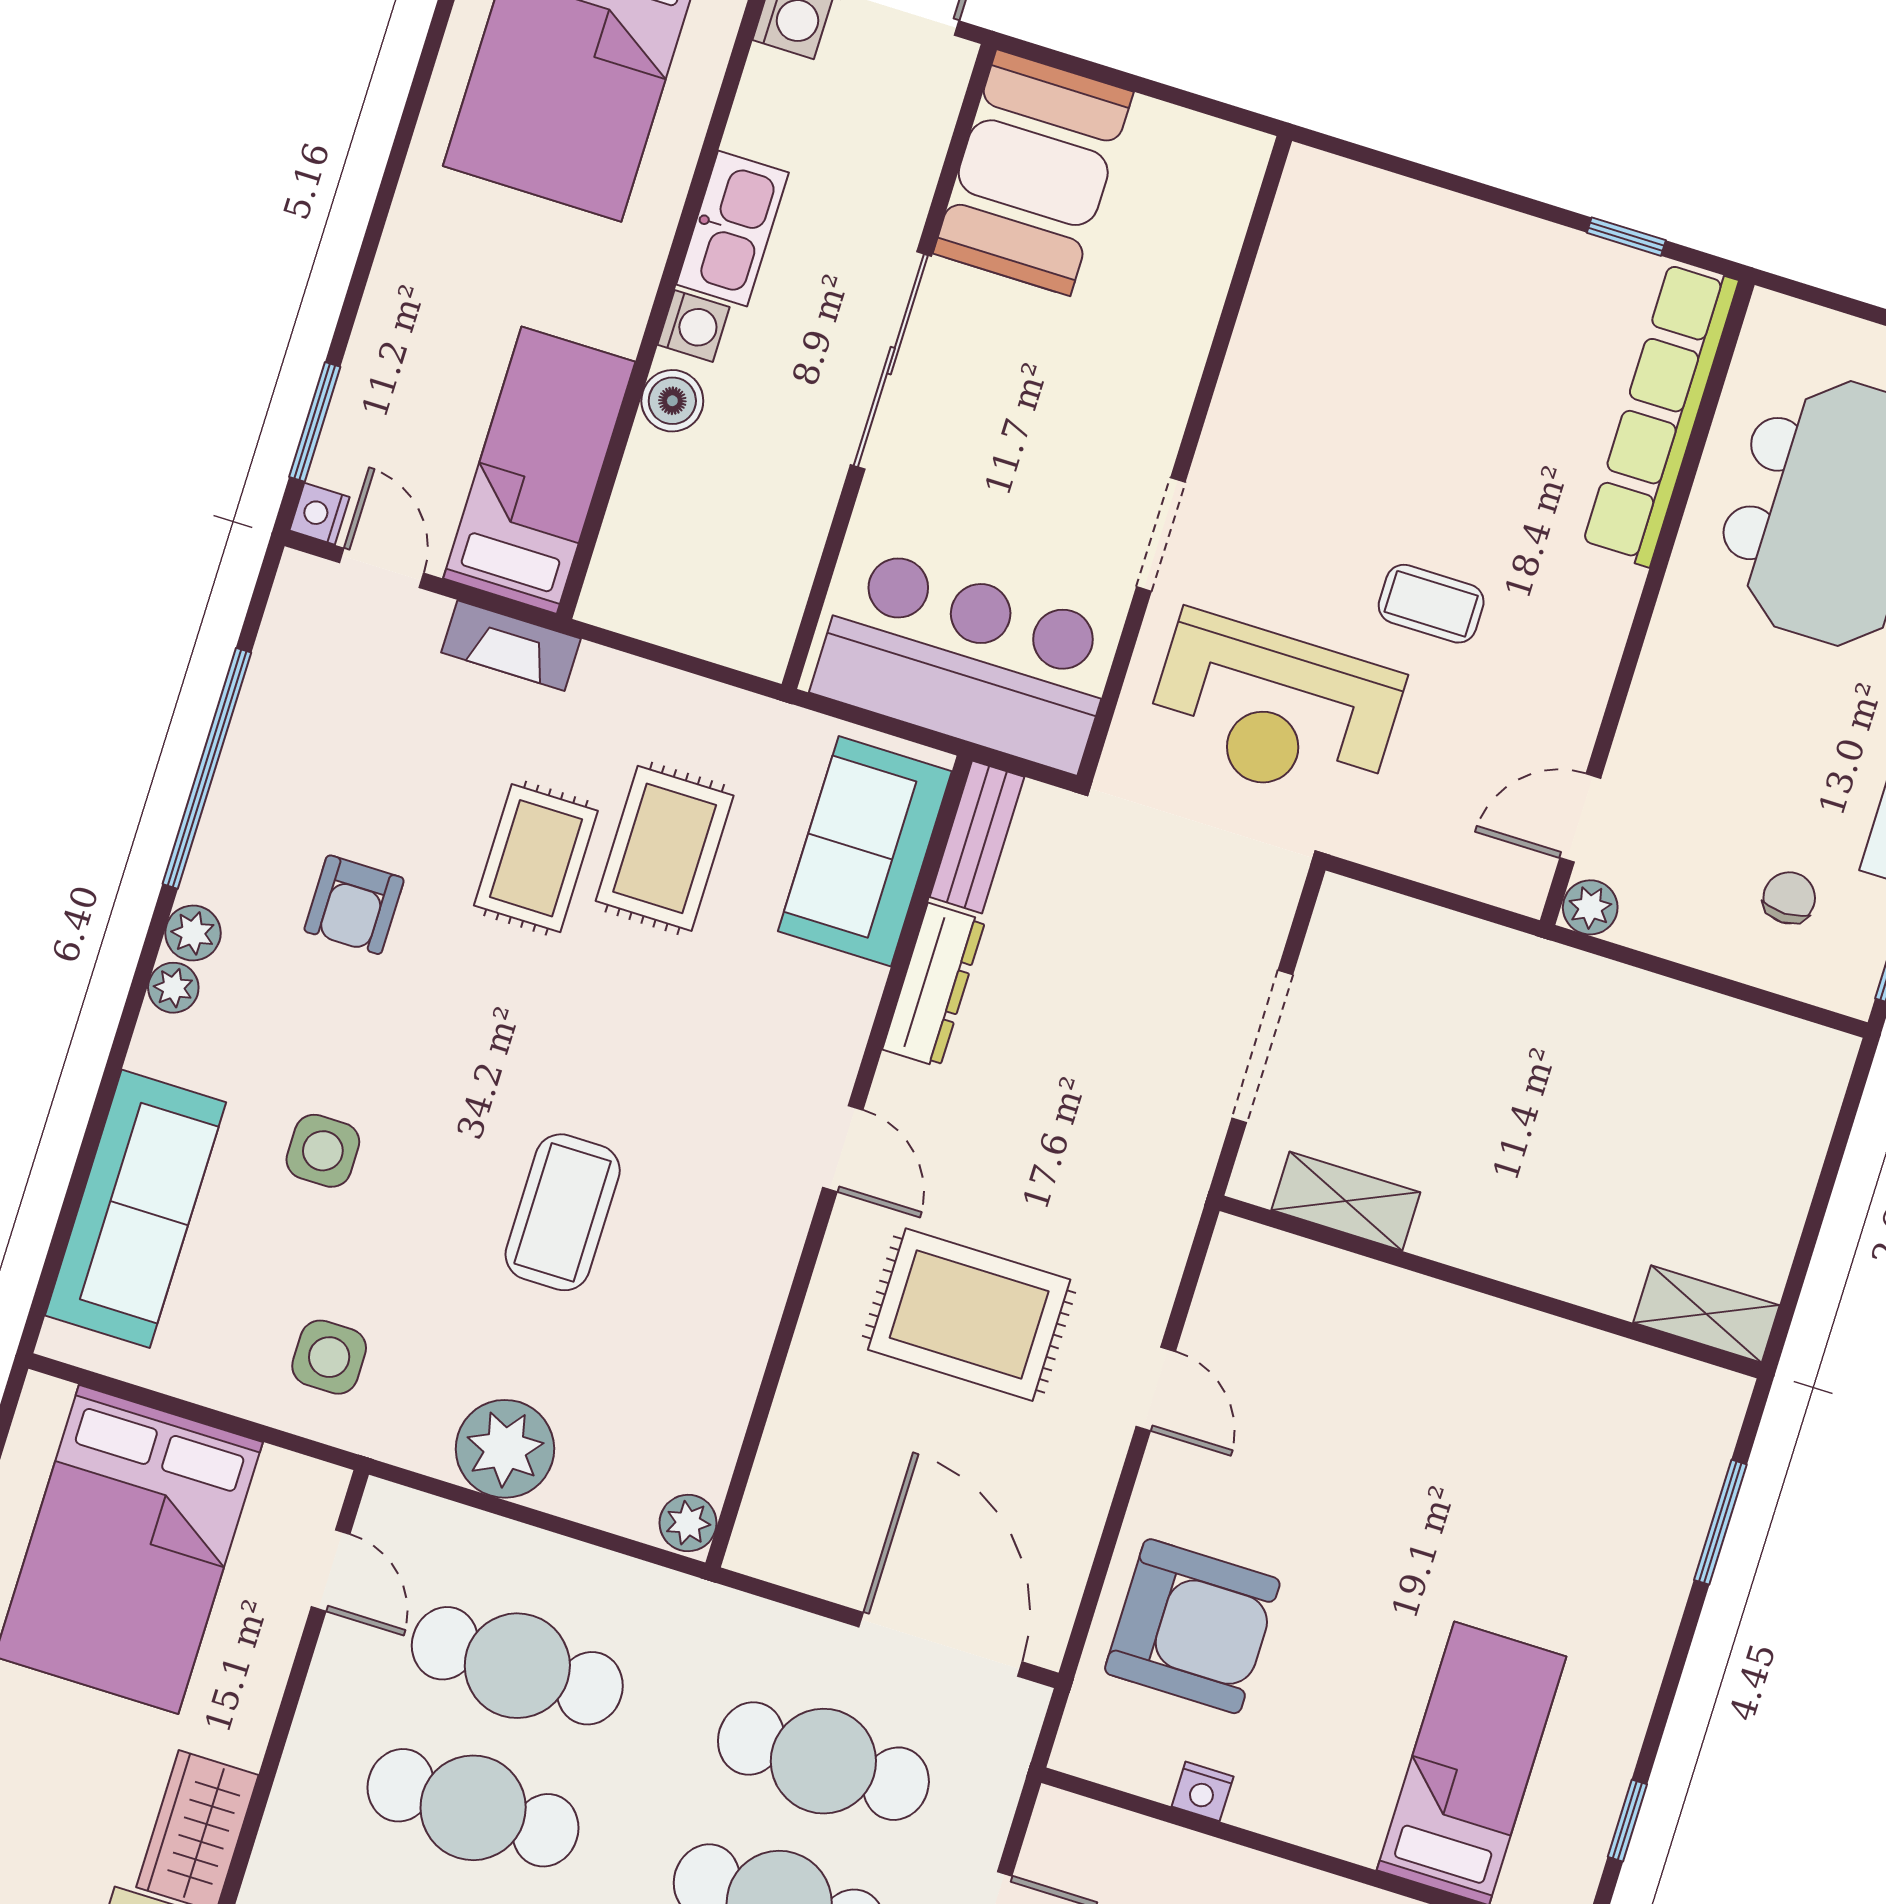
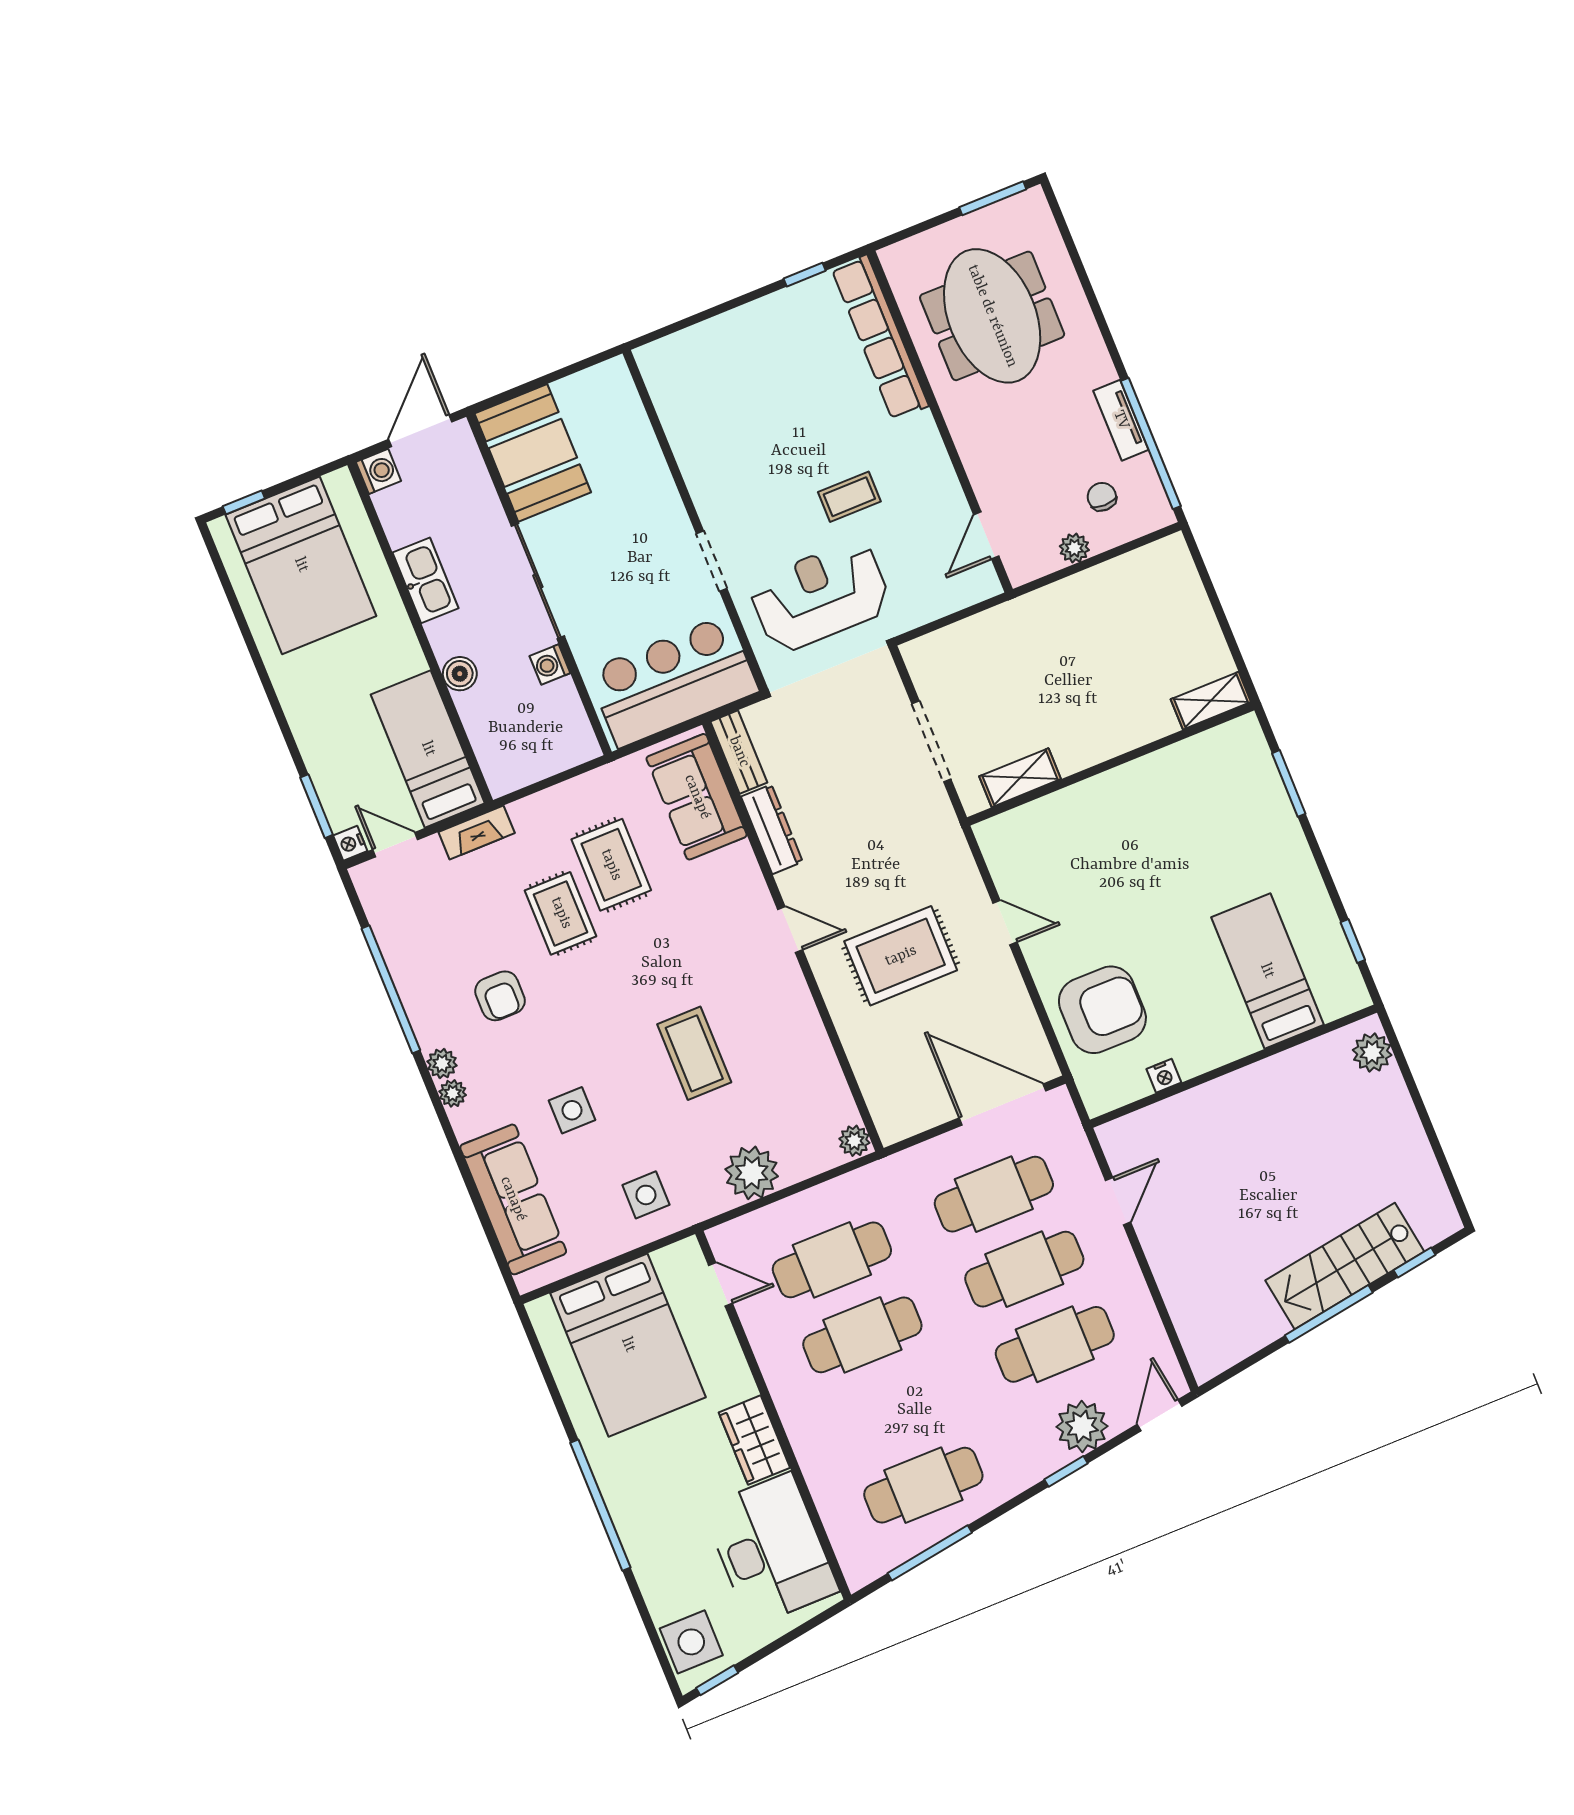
washing machine: (694, 326) -> (550, 665), moved, turned 180
reception desk: (1274, 710) -> (820, 596), turned 180
plant: (1590, 907) -> (1074, 548), moved

